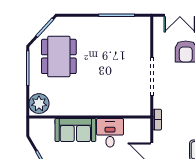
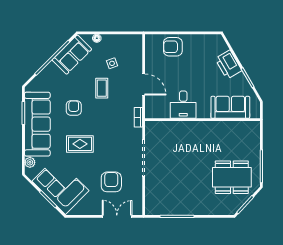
dining table: (59, 56) -> (232, 177), turned 90
plant: (39, 104) -> (251, 132), removed
sofa: (75, 130) -> (230, 107), moved

